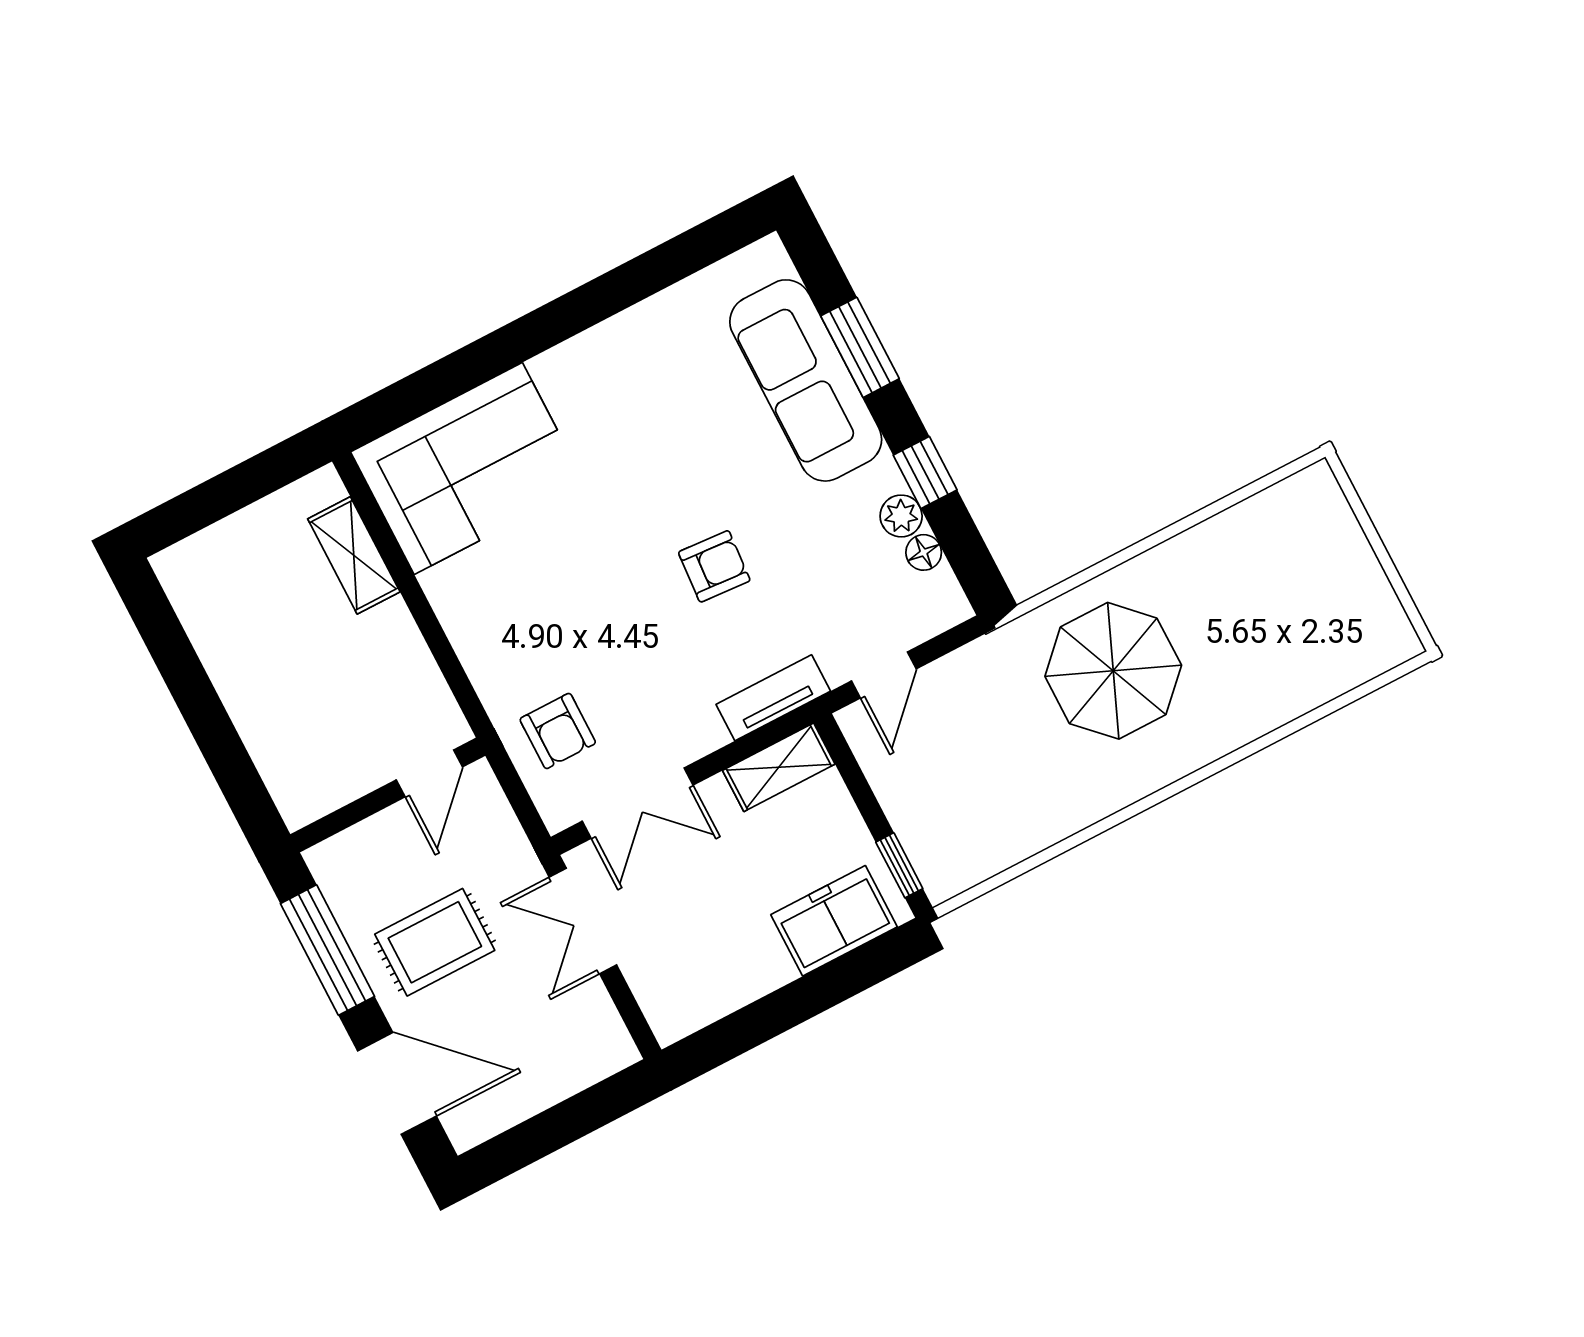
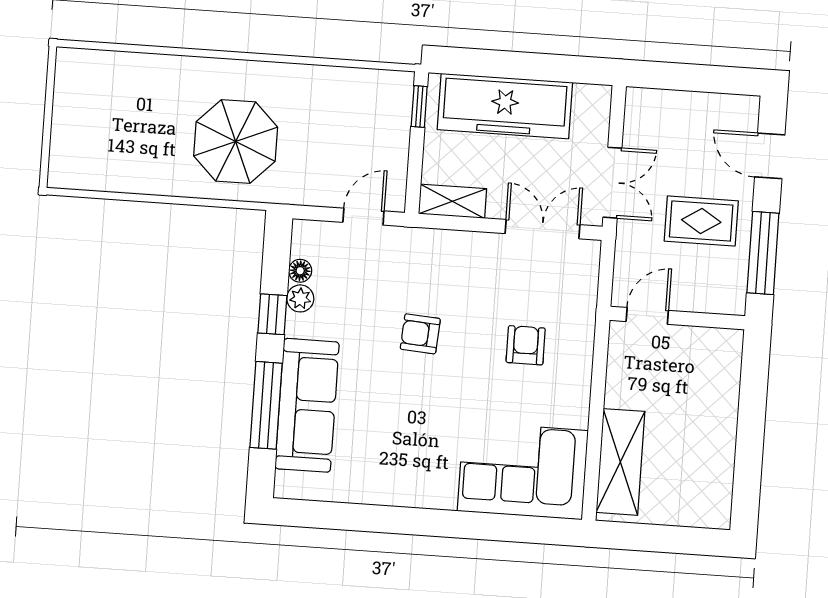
window: (860, 347) -> (266, 405), width x1.44
shelving: (354, 555) -> (620, 462), width x1.50, depth x1.33
tv unit: (773, 698) -> (432, 241), removed
armchair: (558, 731) -> (526, 345), moved
freezer: (834, 921) -> (505, 106), width x1.91, depth x1.26
door: (397, 1083) -> (770, 156), width x0.73

